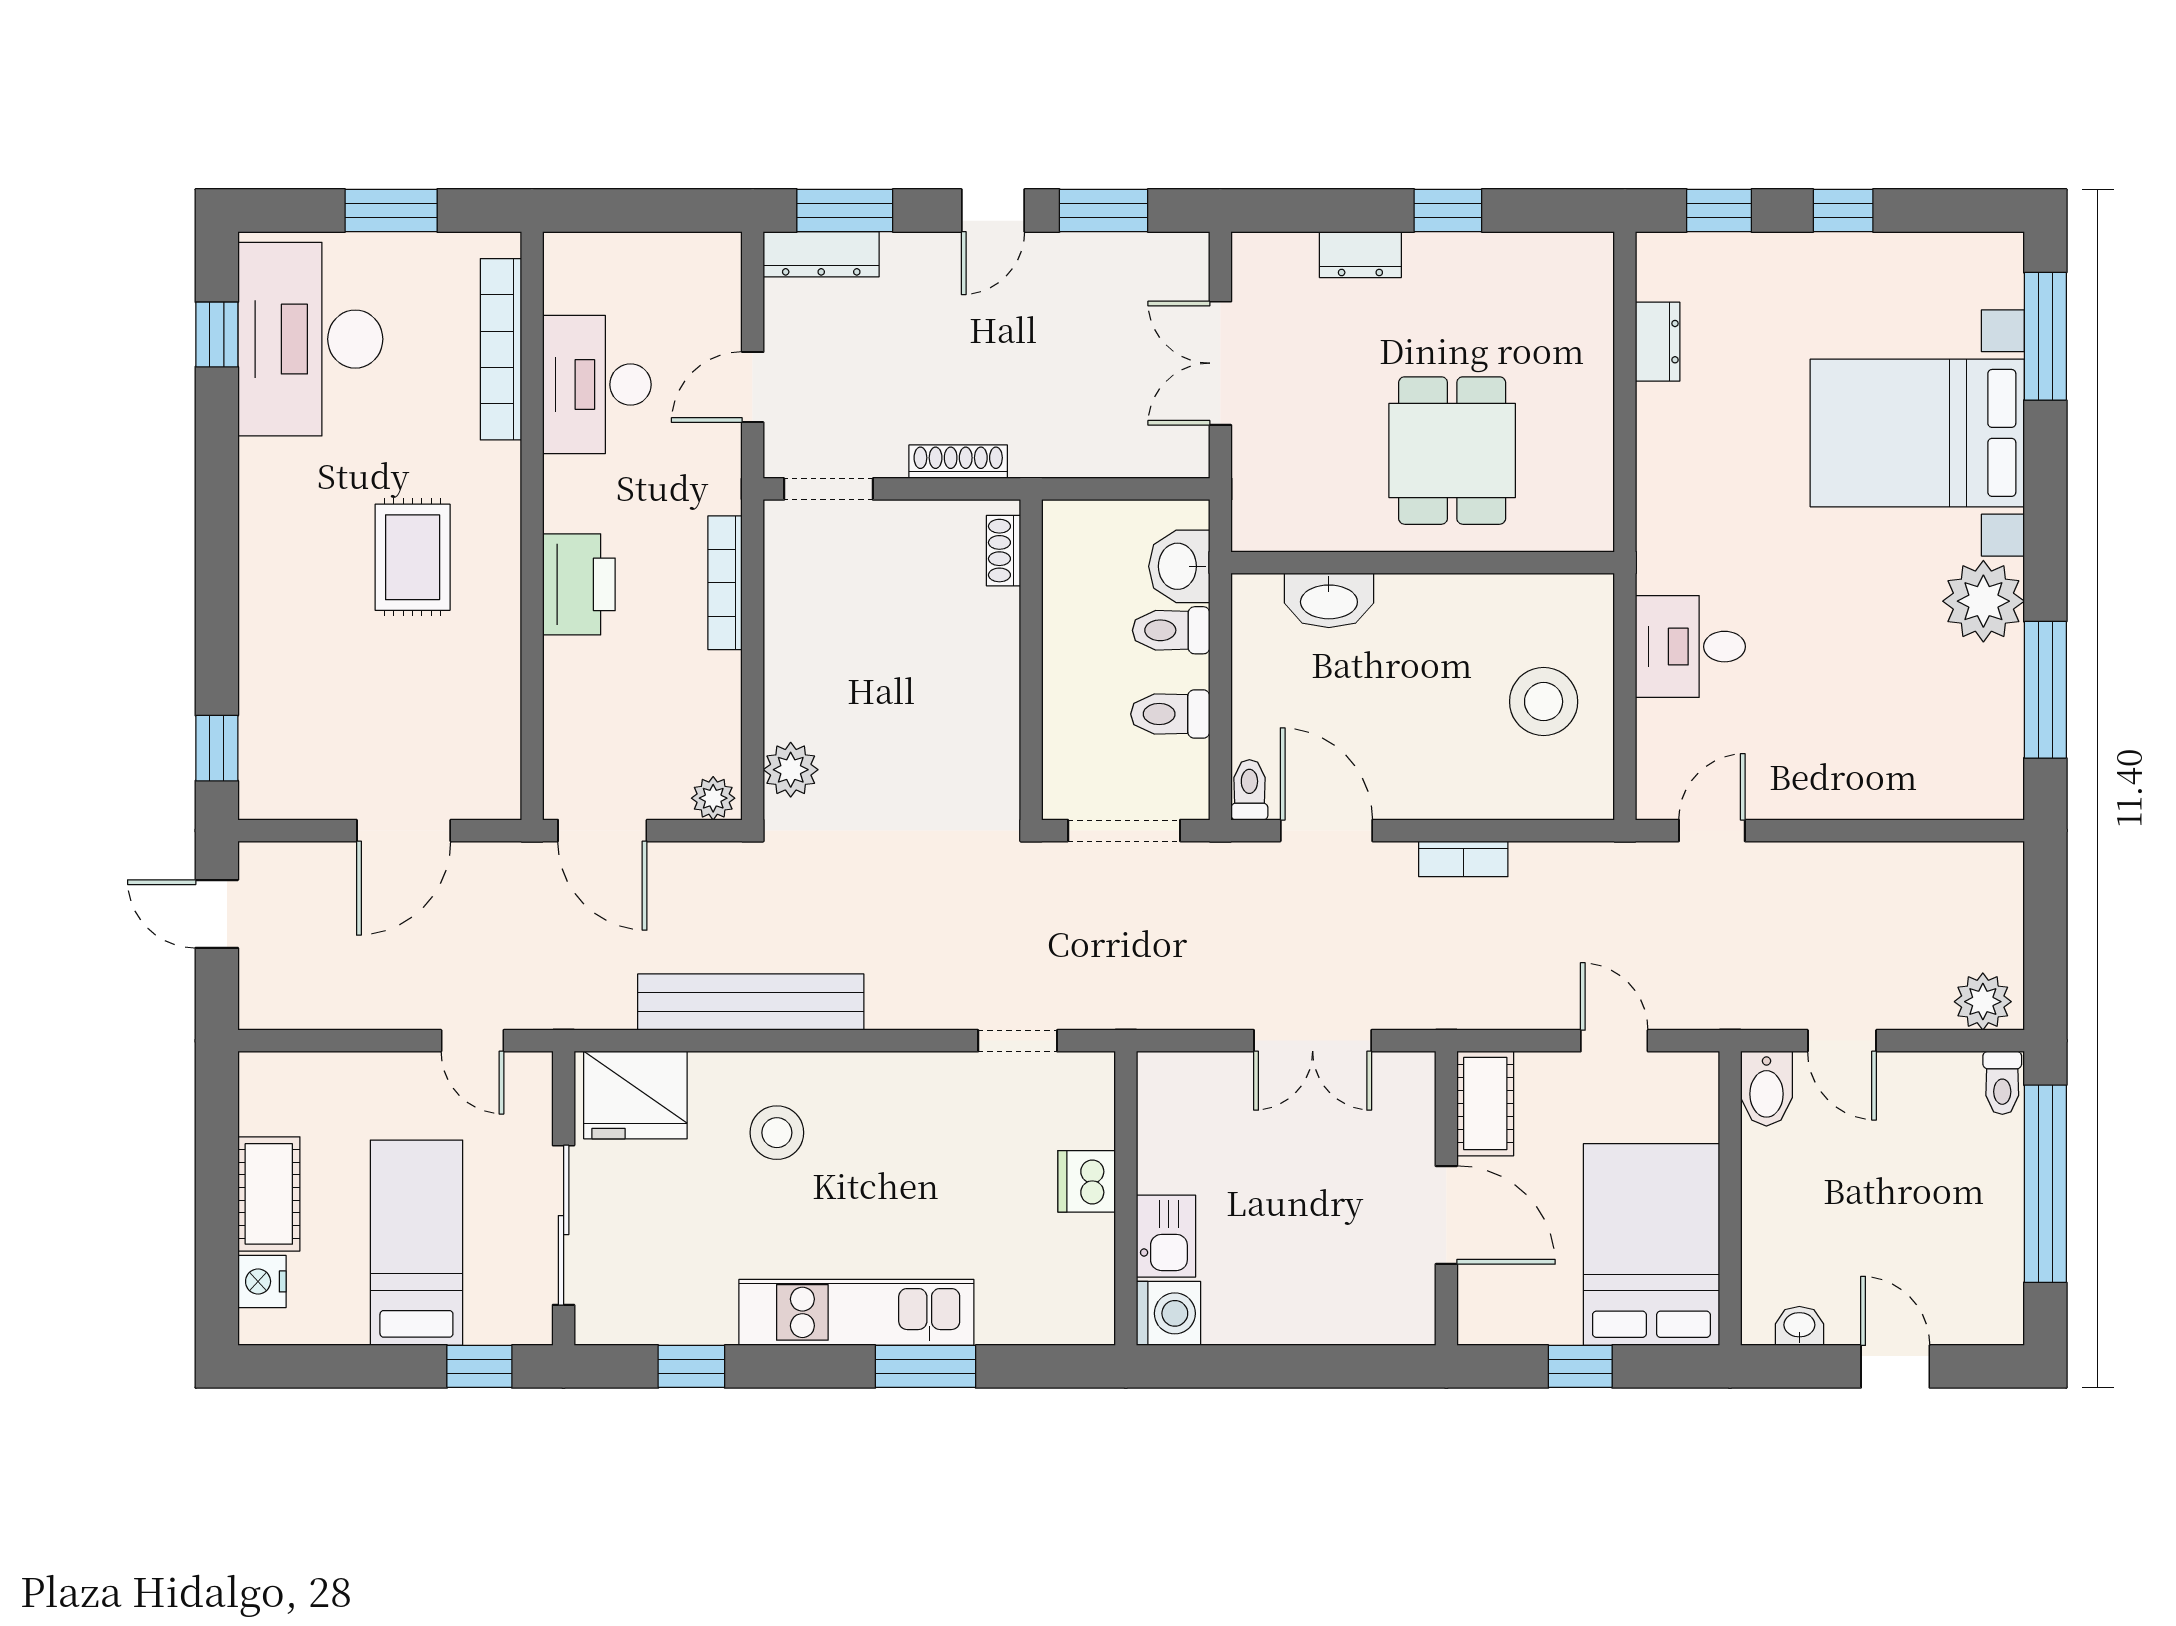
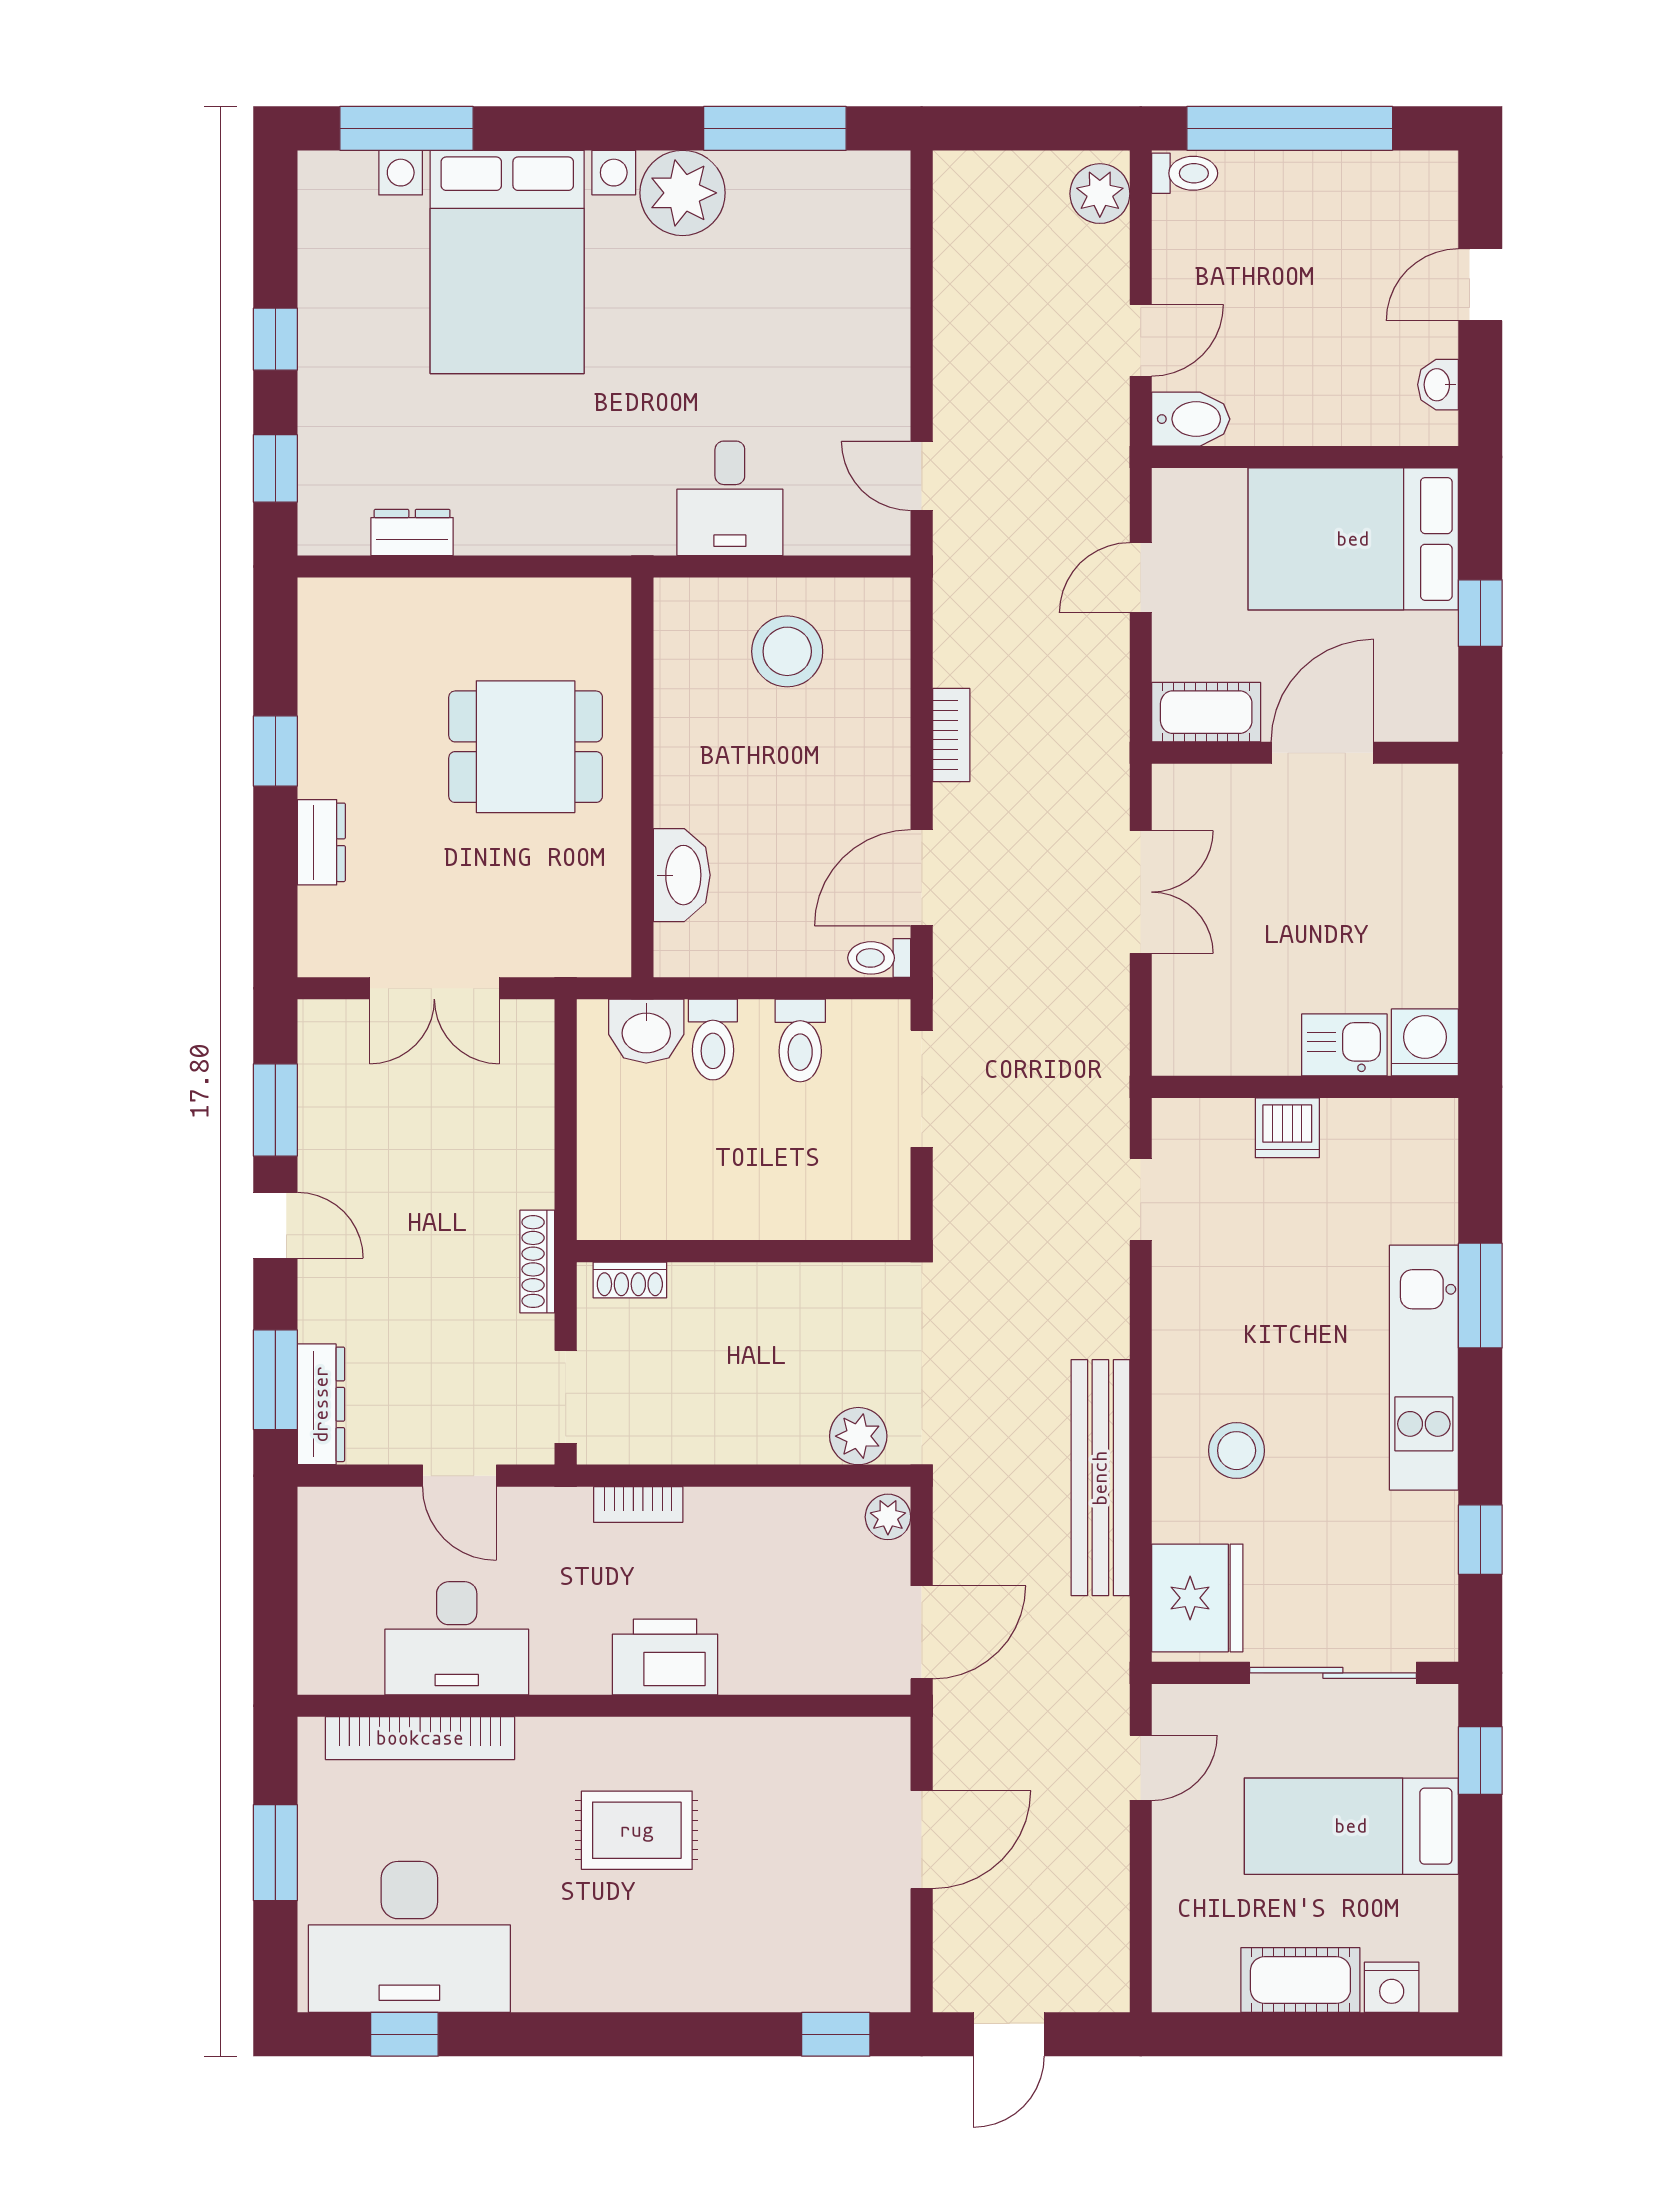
shoe rack: (1004, 551) -> (630, 1280), moved
bookcase: (725, 583) -> (638, 1505), width x0.64
wall: (1031, 660) -> (744, 1251), moved
door: (404, 831) -> (922, 1840), hinge flipped

